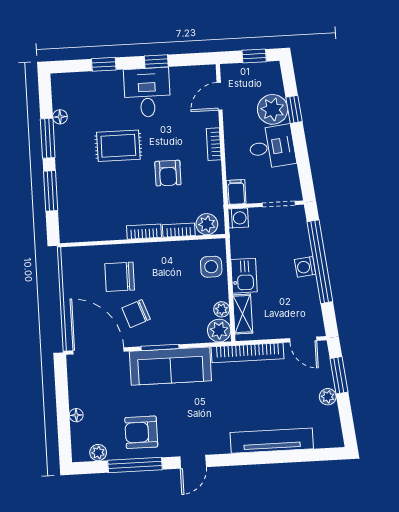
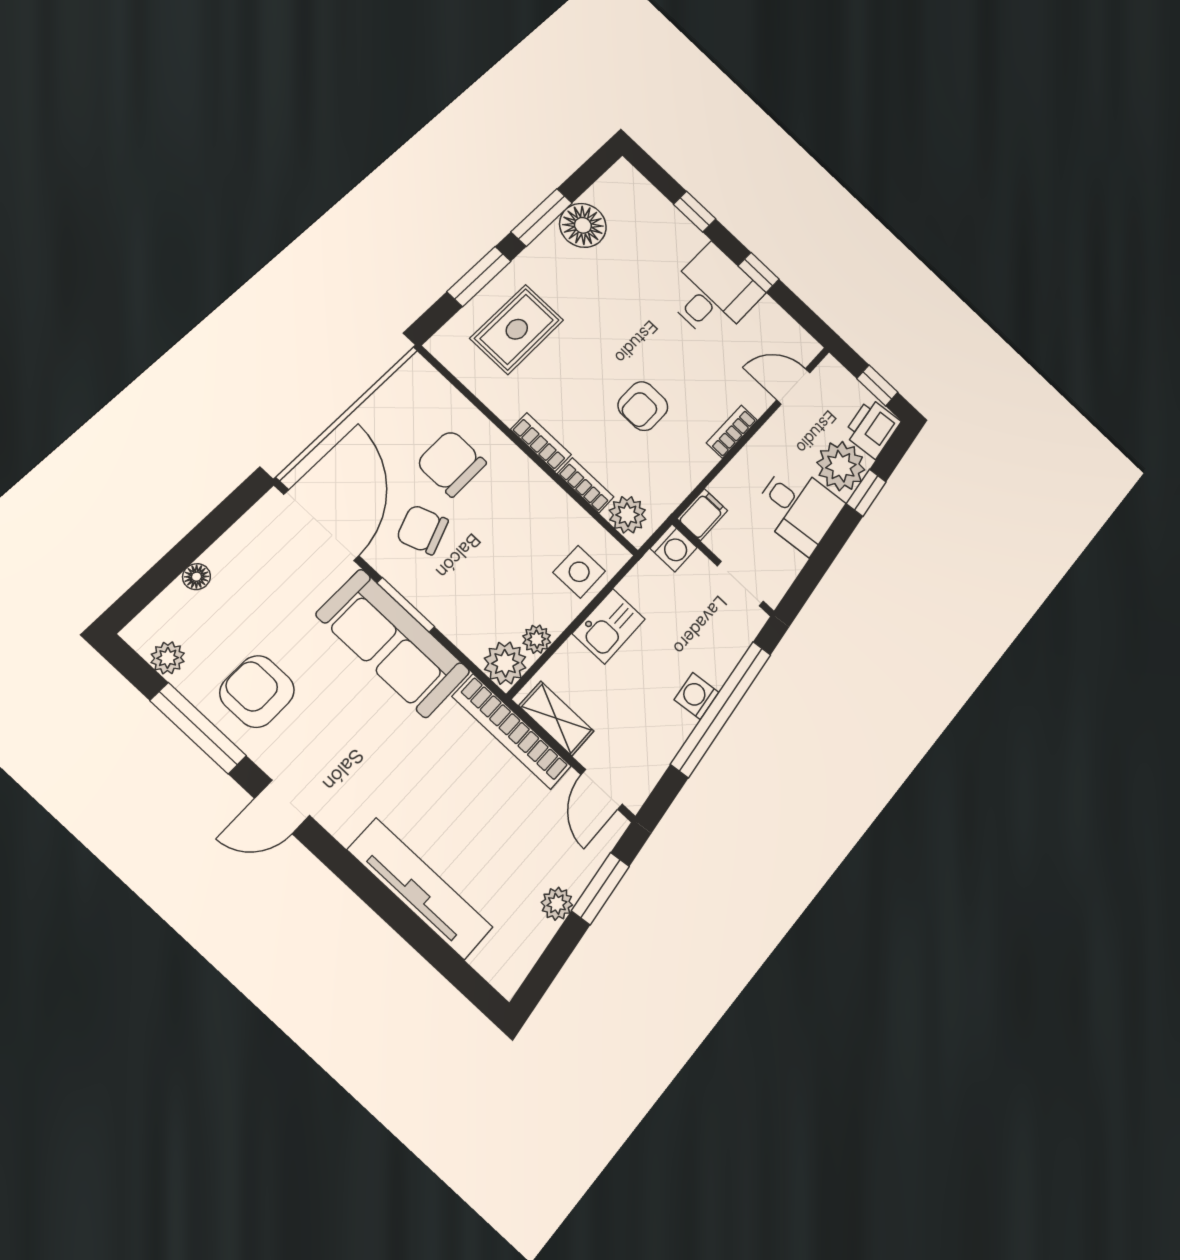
printer: (270, 78) -> (872, 428), added
floor lamp: (60, 117) -> (583, 225), width x1.89, depth x1.89
rug: (118, 146) -> (517, 329), moved, turned 90
shelving: (243, 314) -> (556, 718), moved, turned 90

